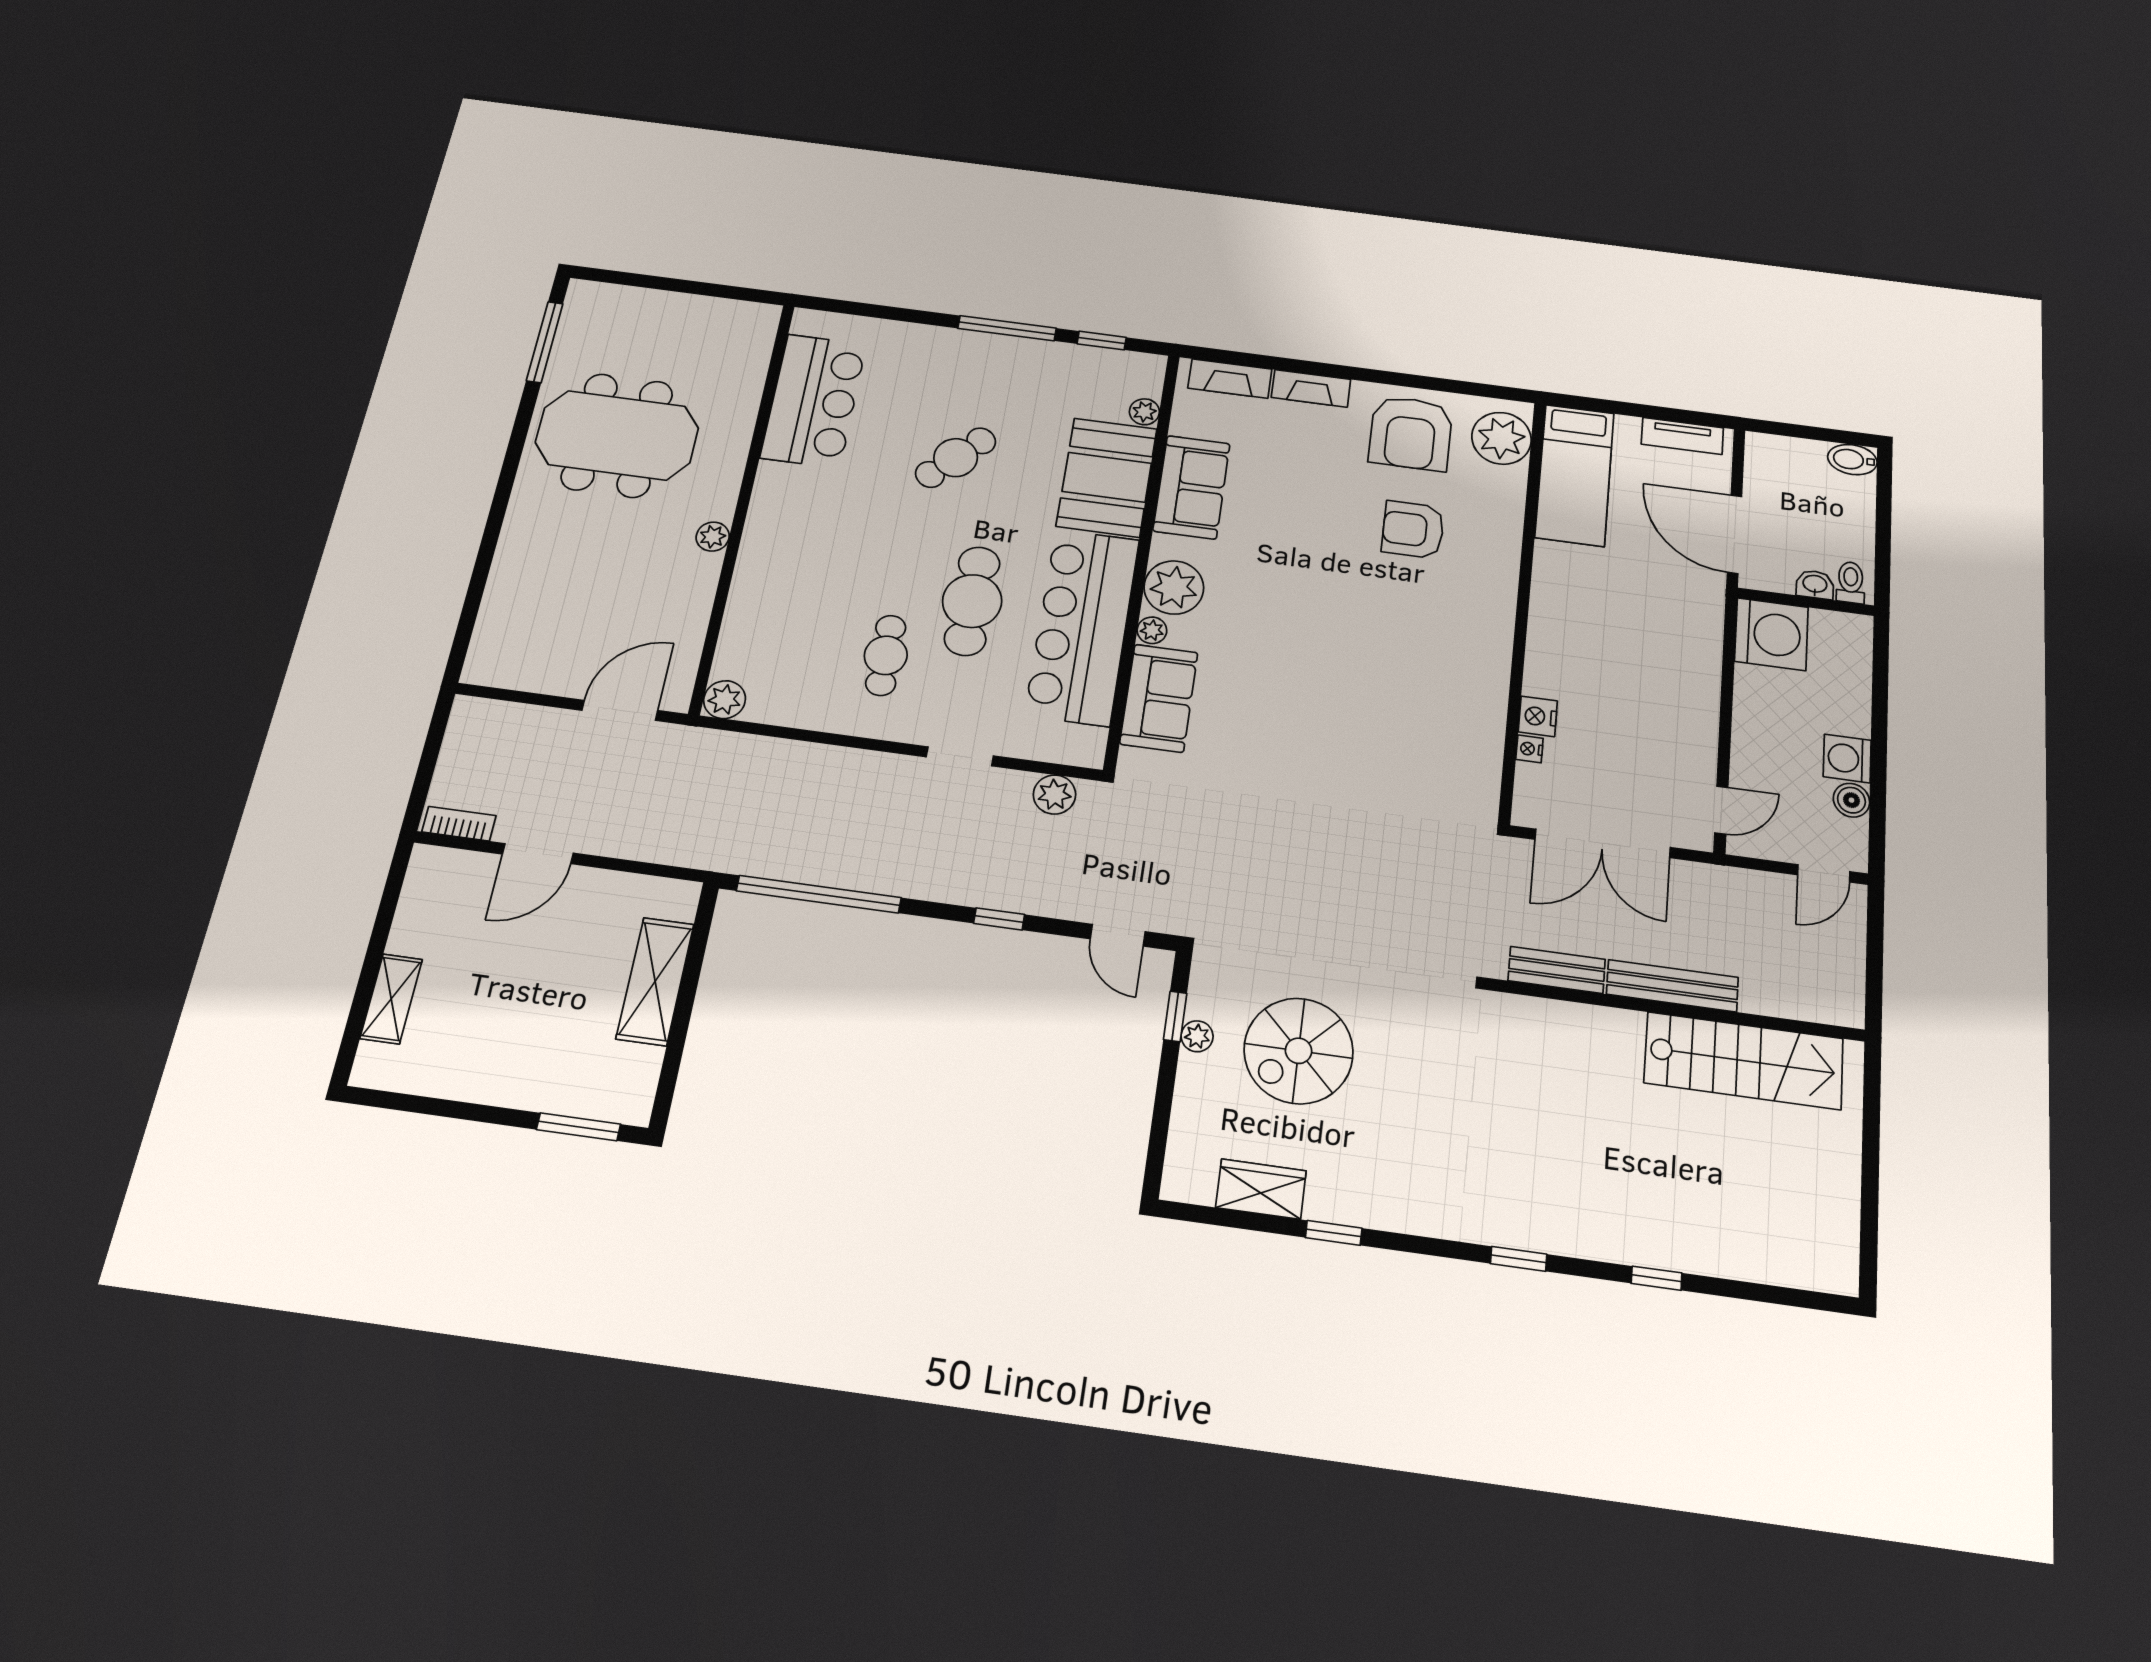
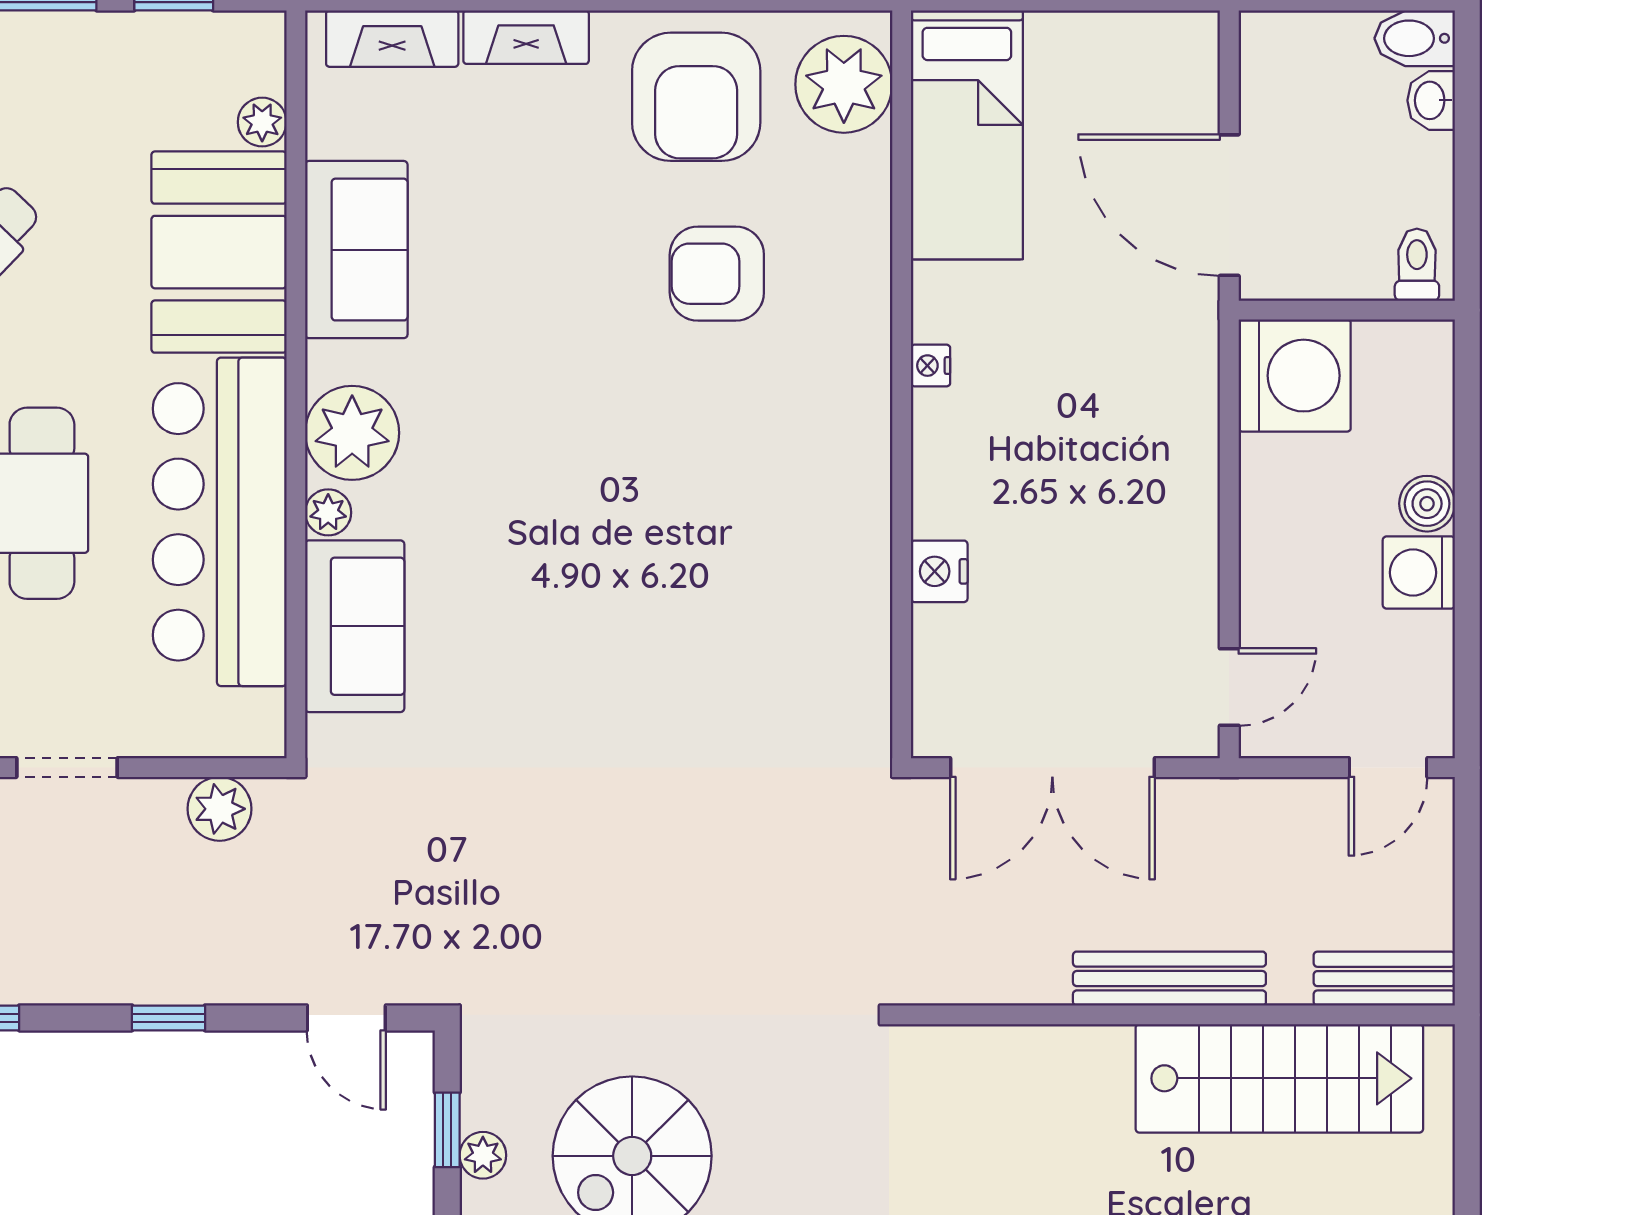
tv unit: (1682, 436) -> (1137, 36), removed
washbasin: (1815, 585) -> (1431, 100), moved, turned -90
nightstand: (1529, 749) -> (931, 366), moved
boiler: (1851, 800) -> (1427, 504), moved
bench: (1557, 970) -> (1384, 979), moved

